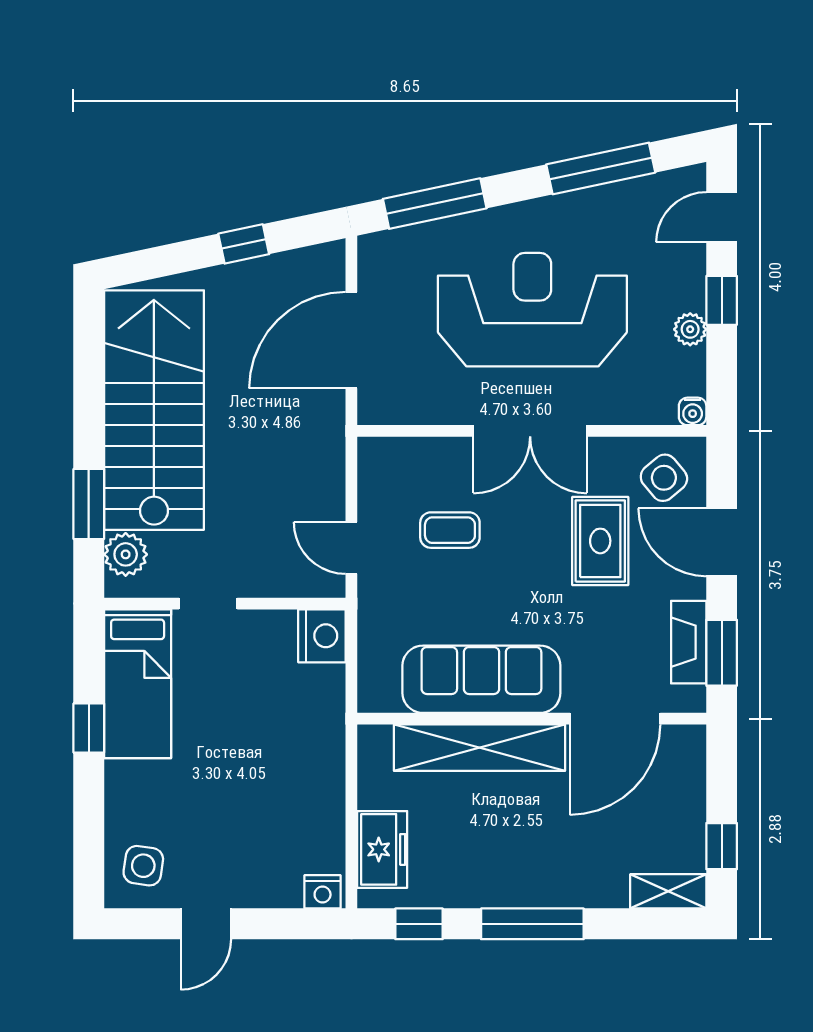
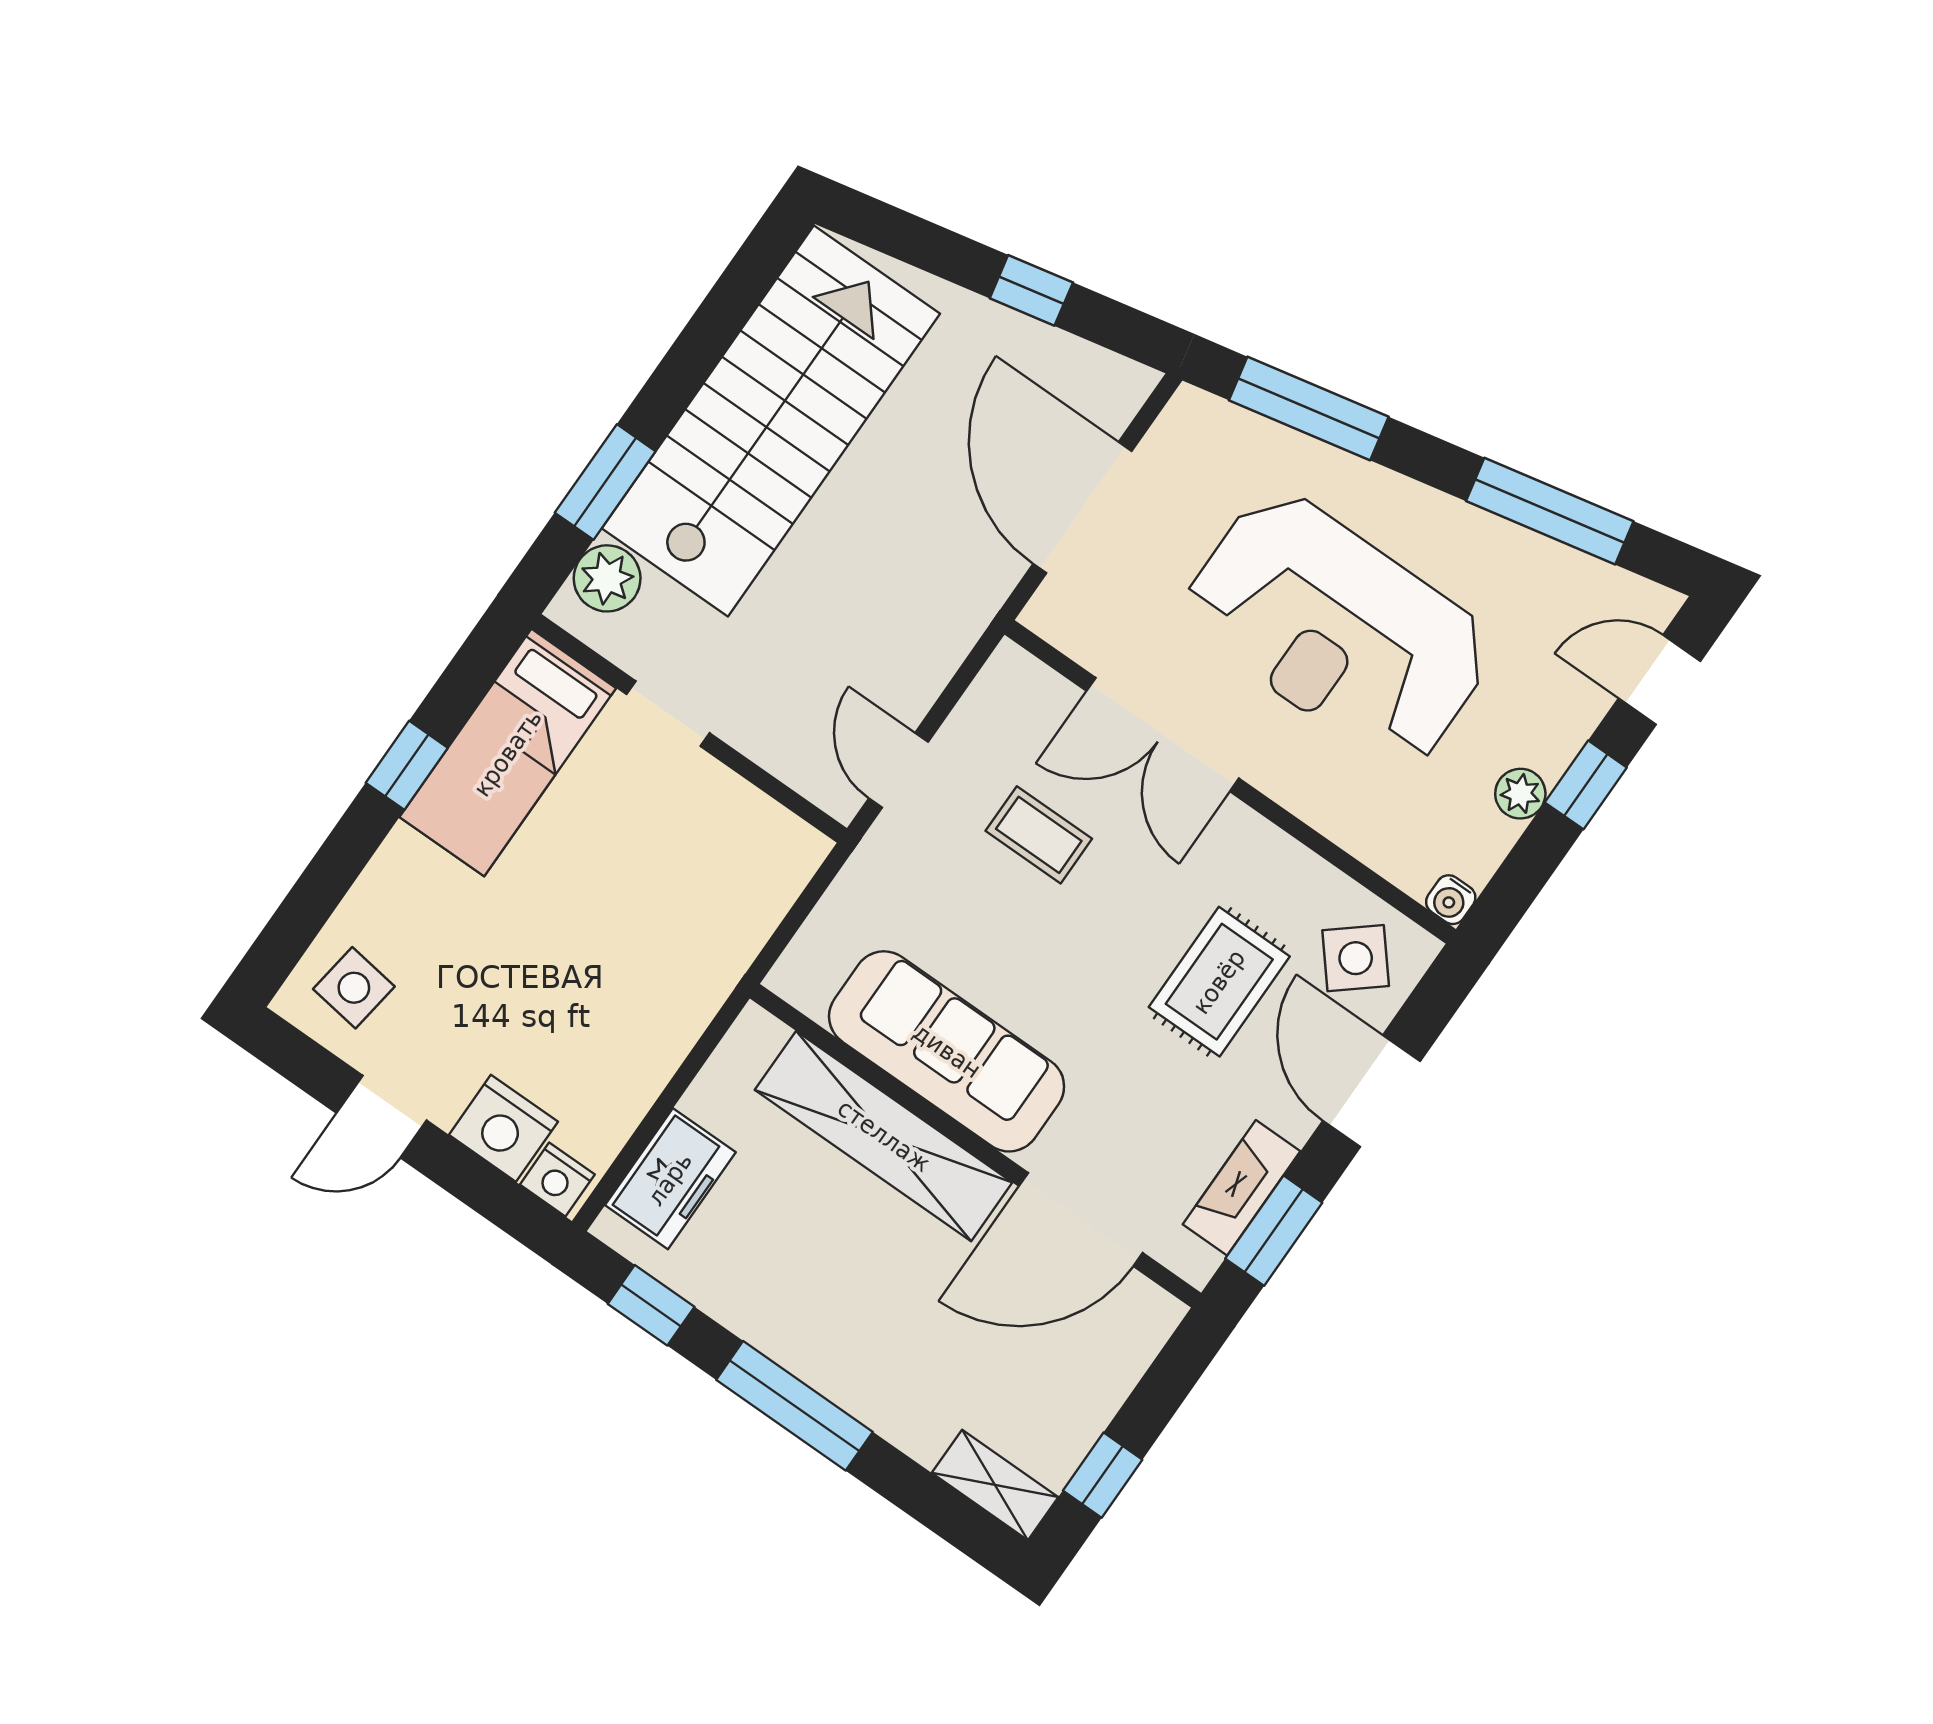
reception desk: (532, 310) -> (1338, 629), turned 180
door: (351, 340) -> (1082, 508), hinge flipped
double door: (530, 431) -> (1163, 735), moved
nightstand: (322, 636) -> (503, 1128), moved, turned 90

